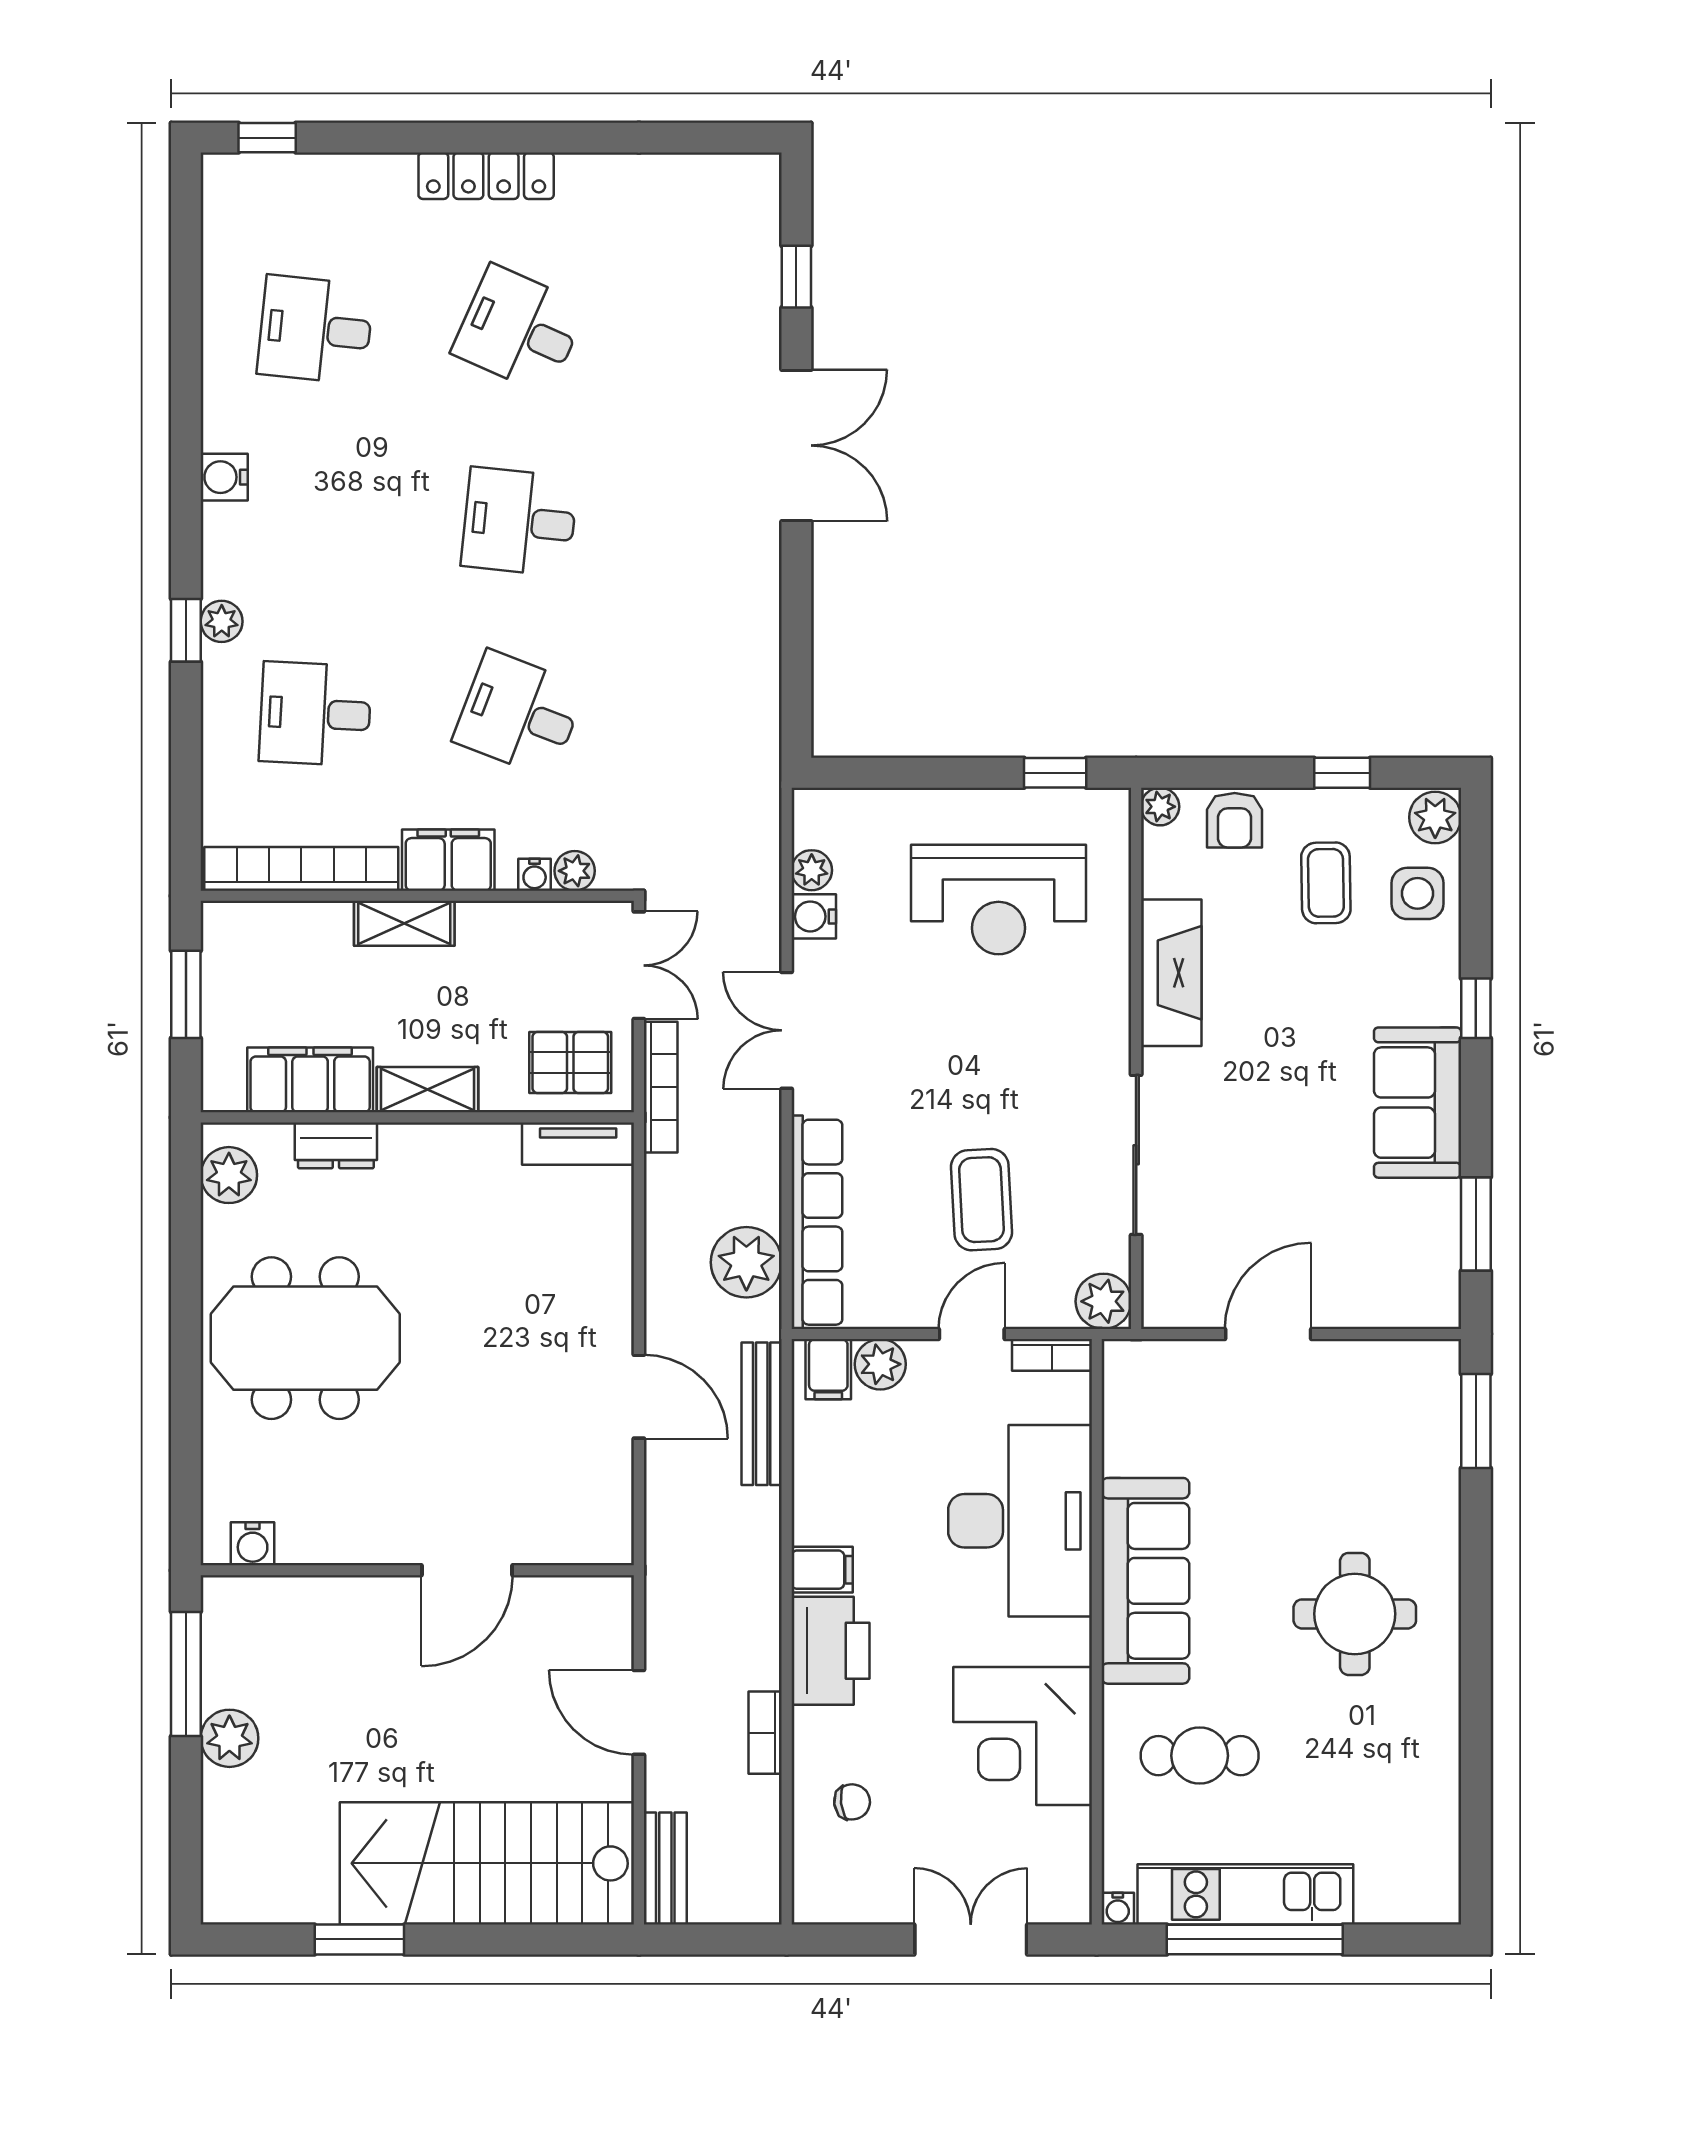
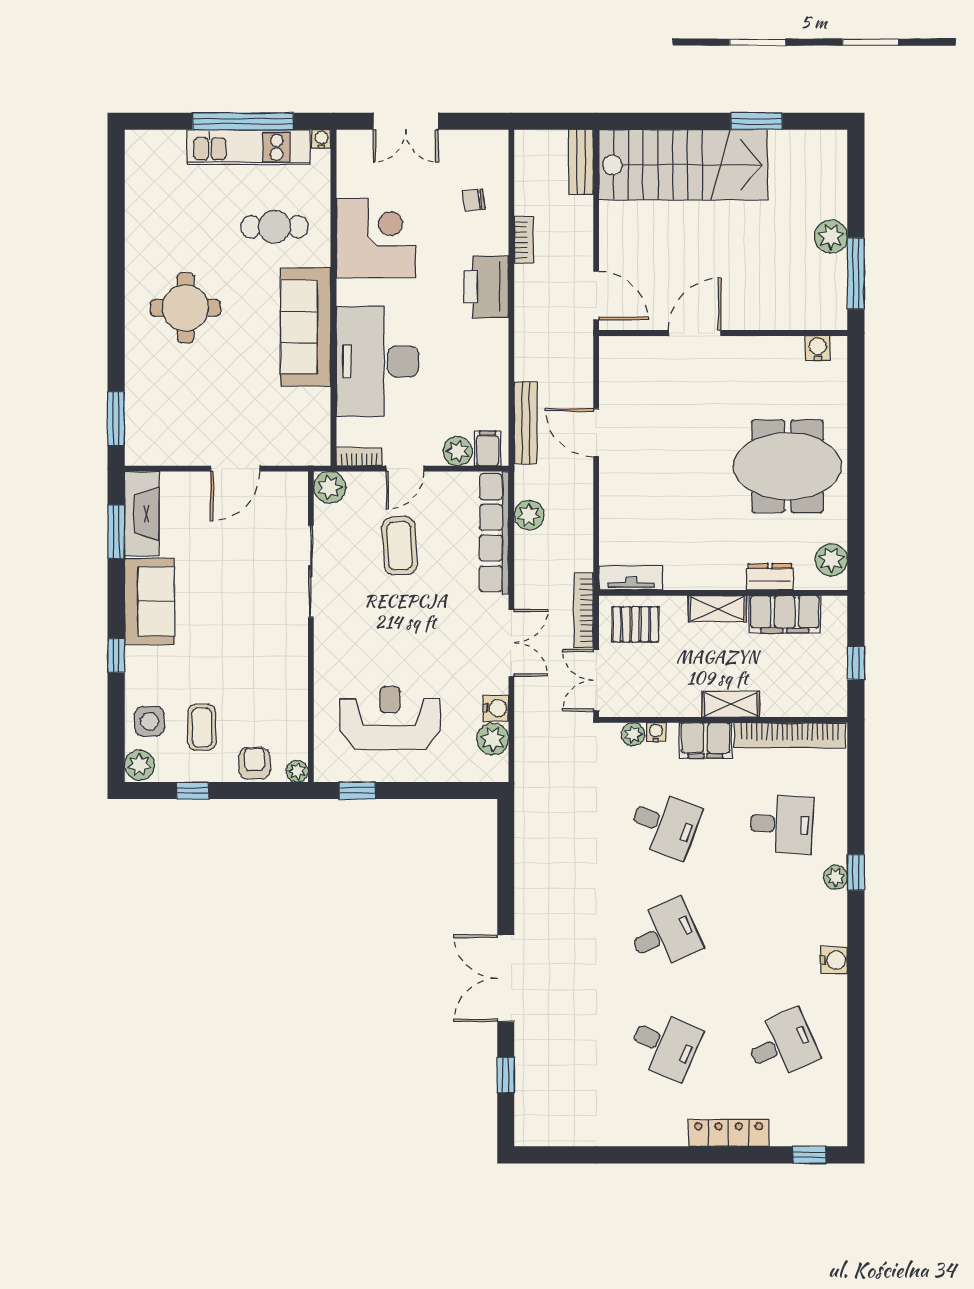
locker: (486, 176) -> (729, 1133), moved
desk: (315, 330) -> (782, 1045), turned -30
desk: (519, 522) -> (665, 935), turned -30
plant: (812, 870) -> (493, 739), width x1.38, depth x1.38
fireplace: (1171, 973) -> (142, 514), moved, turned 180
window: (186, 994) -> (856, 663), width x0.67
plant: (746, 1262) -> (529, 515), width x0.73, depth x0.73
filing cabinet: (822, 1570) -> (491, 333), removed
door: (639, 1712) -> (596, 295), moved

